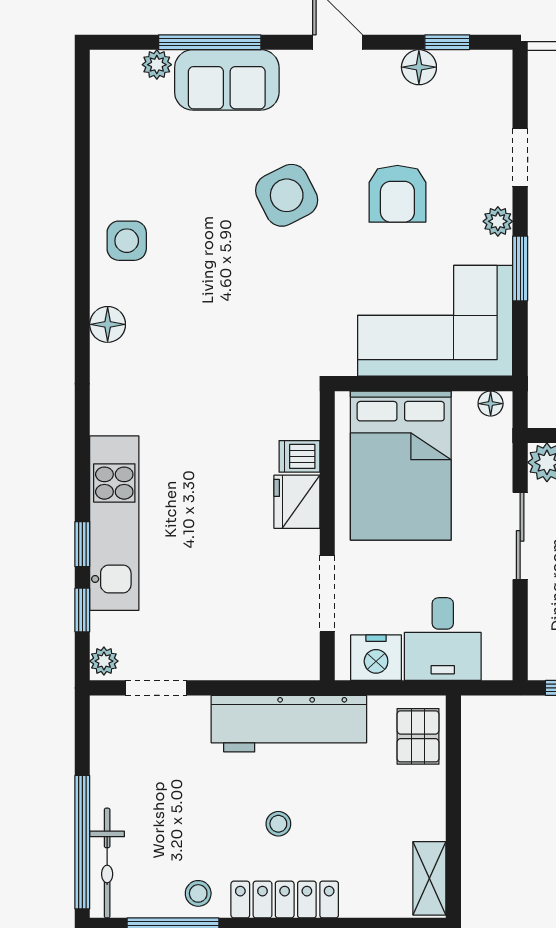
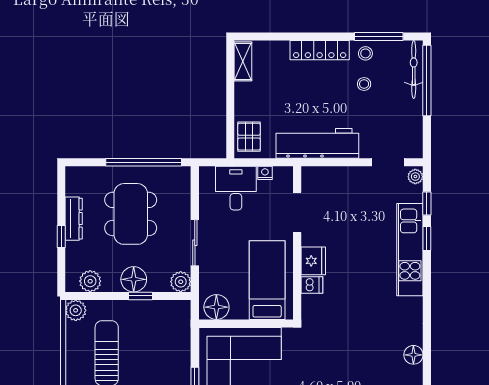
floor lamp: (491, 404) -> (216, 307), width x1.89, depth x1.89
bed: (401, 466) -> (267, 280), width x0.67
nightstand: (376, 658) -> (265, 173), width x0.53, depth x0.56
stool: (278, 824) -> (364, 84), moved

